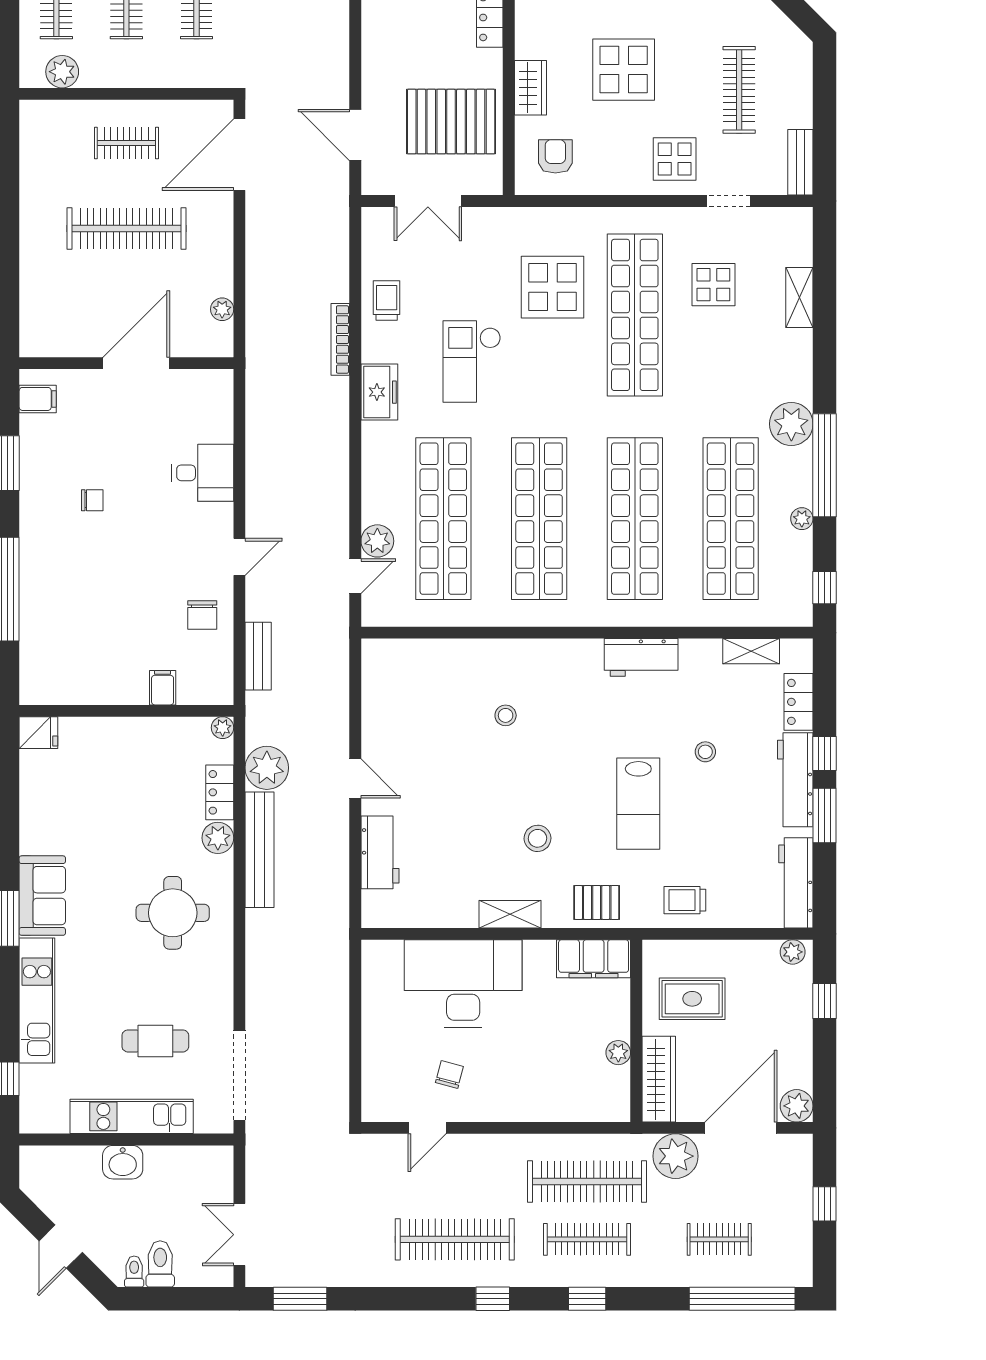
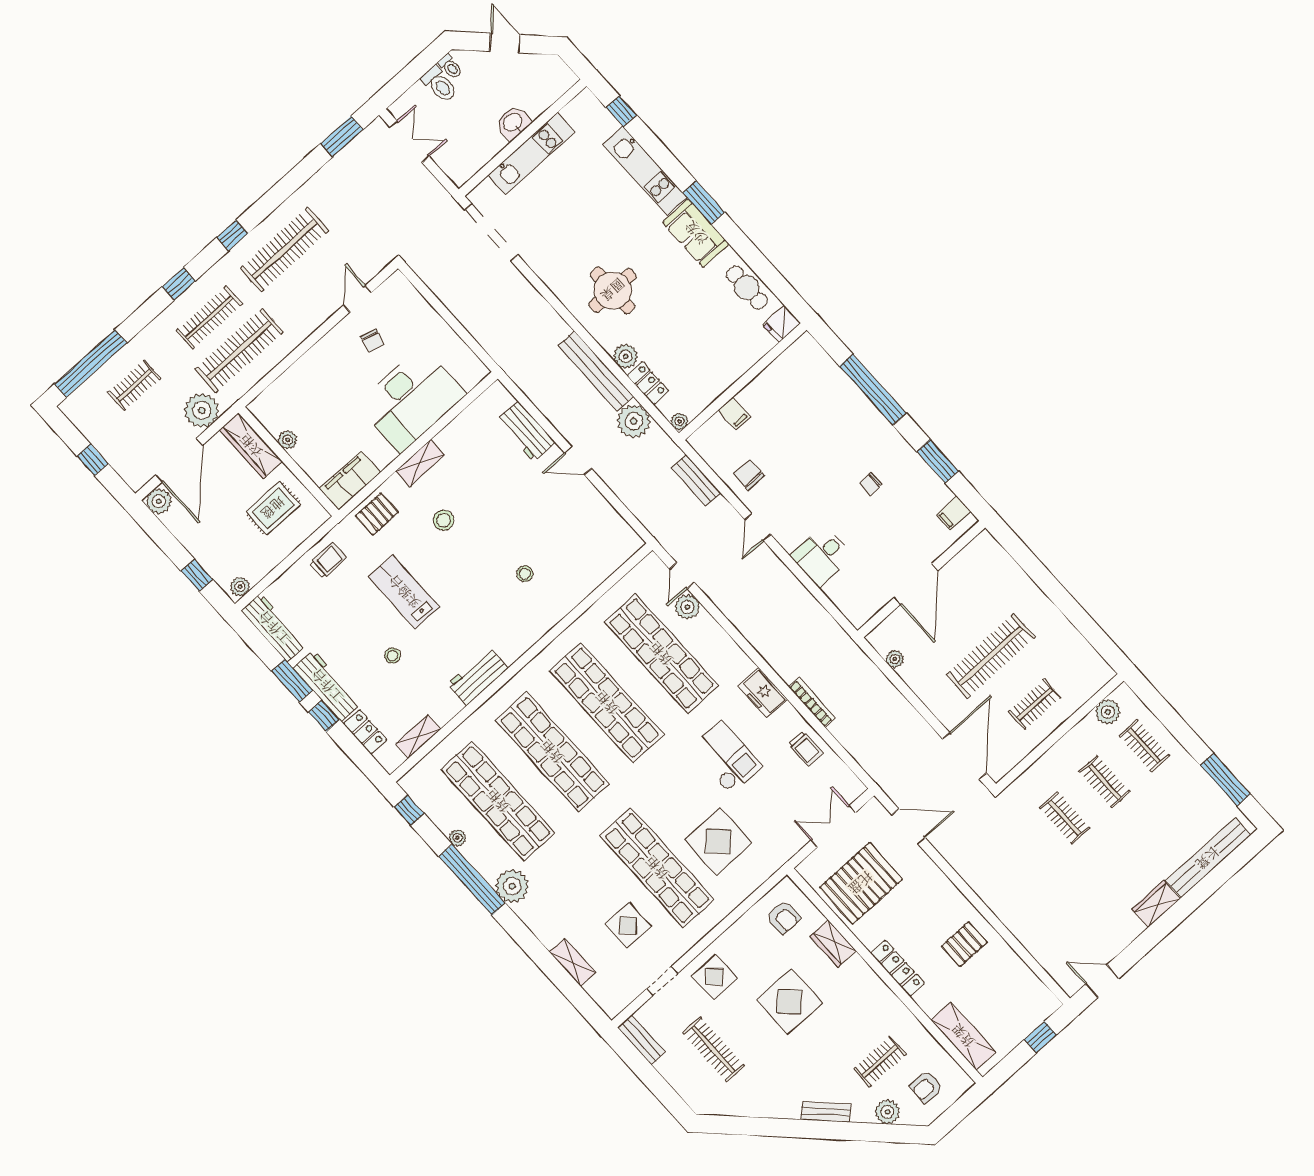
cafe table: (155, 1041) -> (747, 288), moved, turned 90

